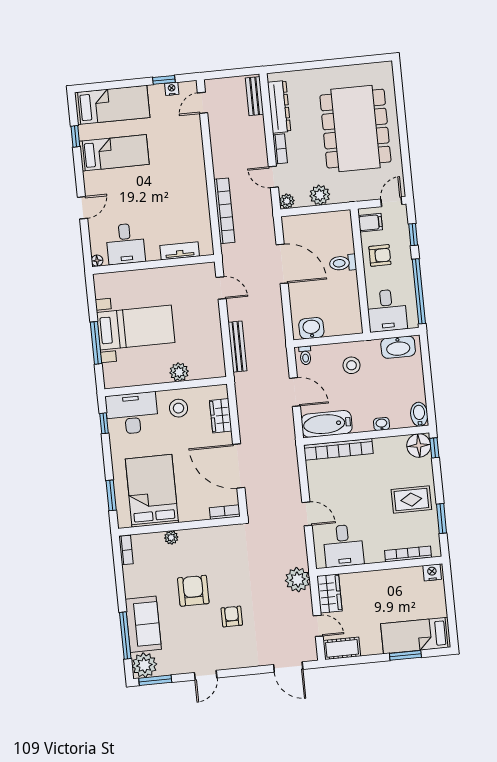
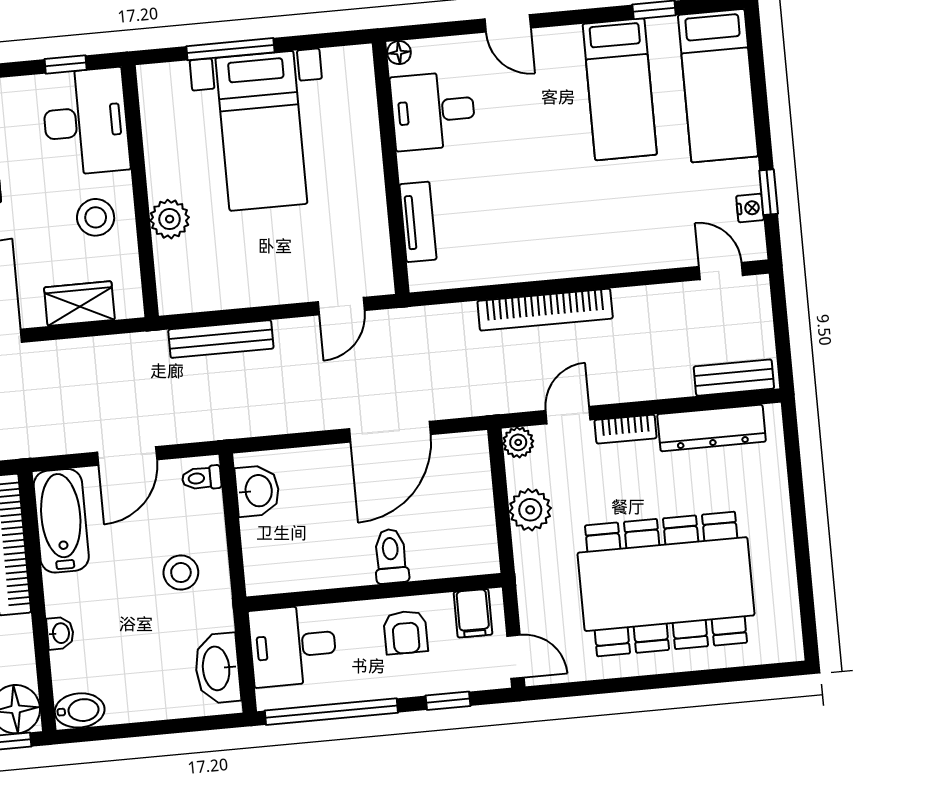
bookcase: (224, 211) -> (545, 310), moved

